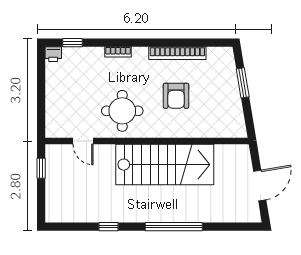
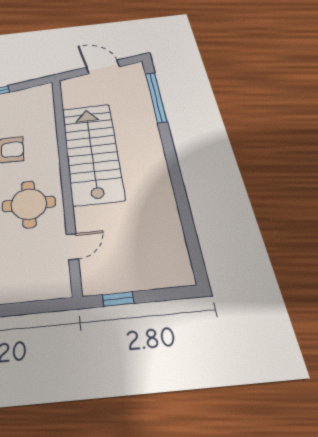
window: (109, 227) -> (183, 204), removed
window: (174, 227) -> (156, 97), moved

